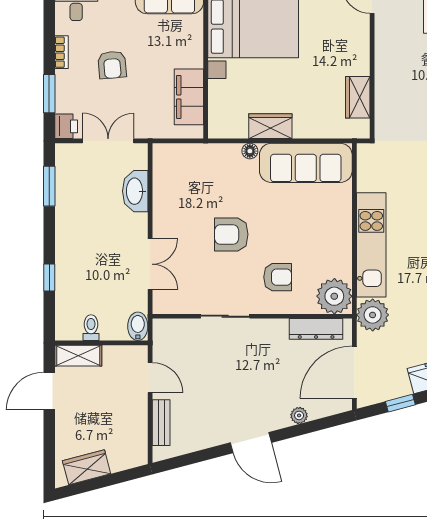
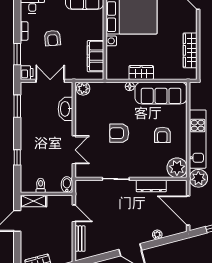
wardrobe: (358, 97) -> (190, 50), width x1.50
plant: (167, 155) -> (83, 89), added
armchair: (278, 277) -> (162, 135), moved, turned 90
dresser: (316, 329) -> (151, 186), moved
door: (354, 372) -> (188, 210), hinge flipped

